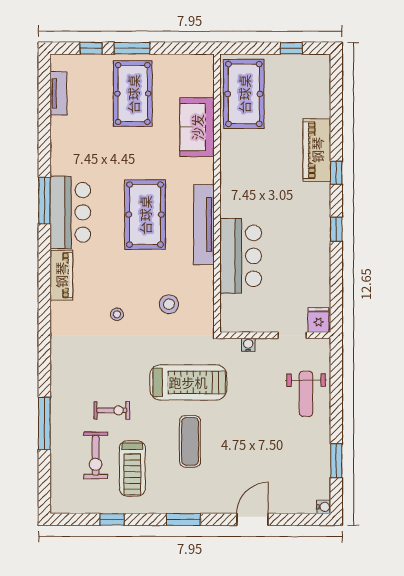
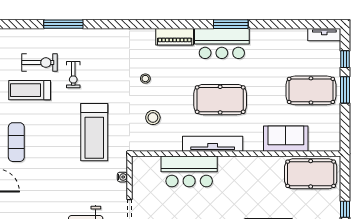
tv unit: (58, 93) -> (324, 35), moved
exercise mat: (190, 441) -> (16, 142), moved, turned 90
exercise bike: (96, 455) -> (39, 63), turned 180

